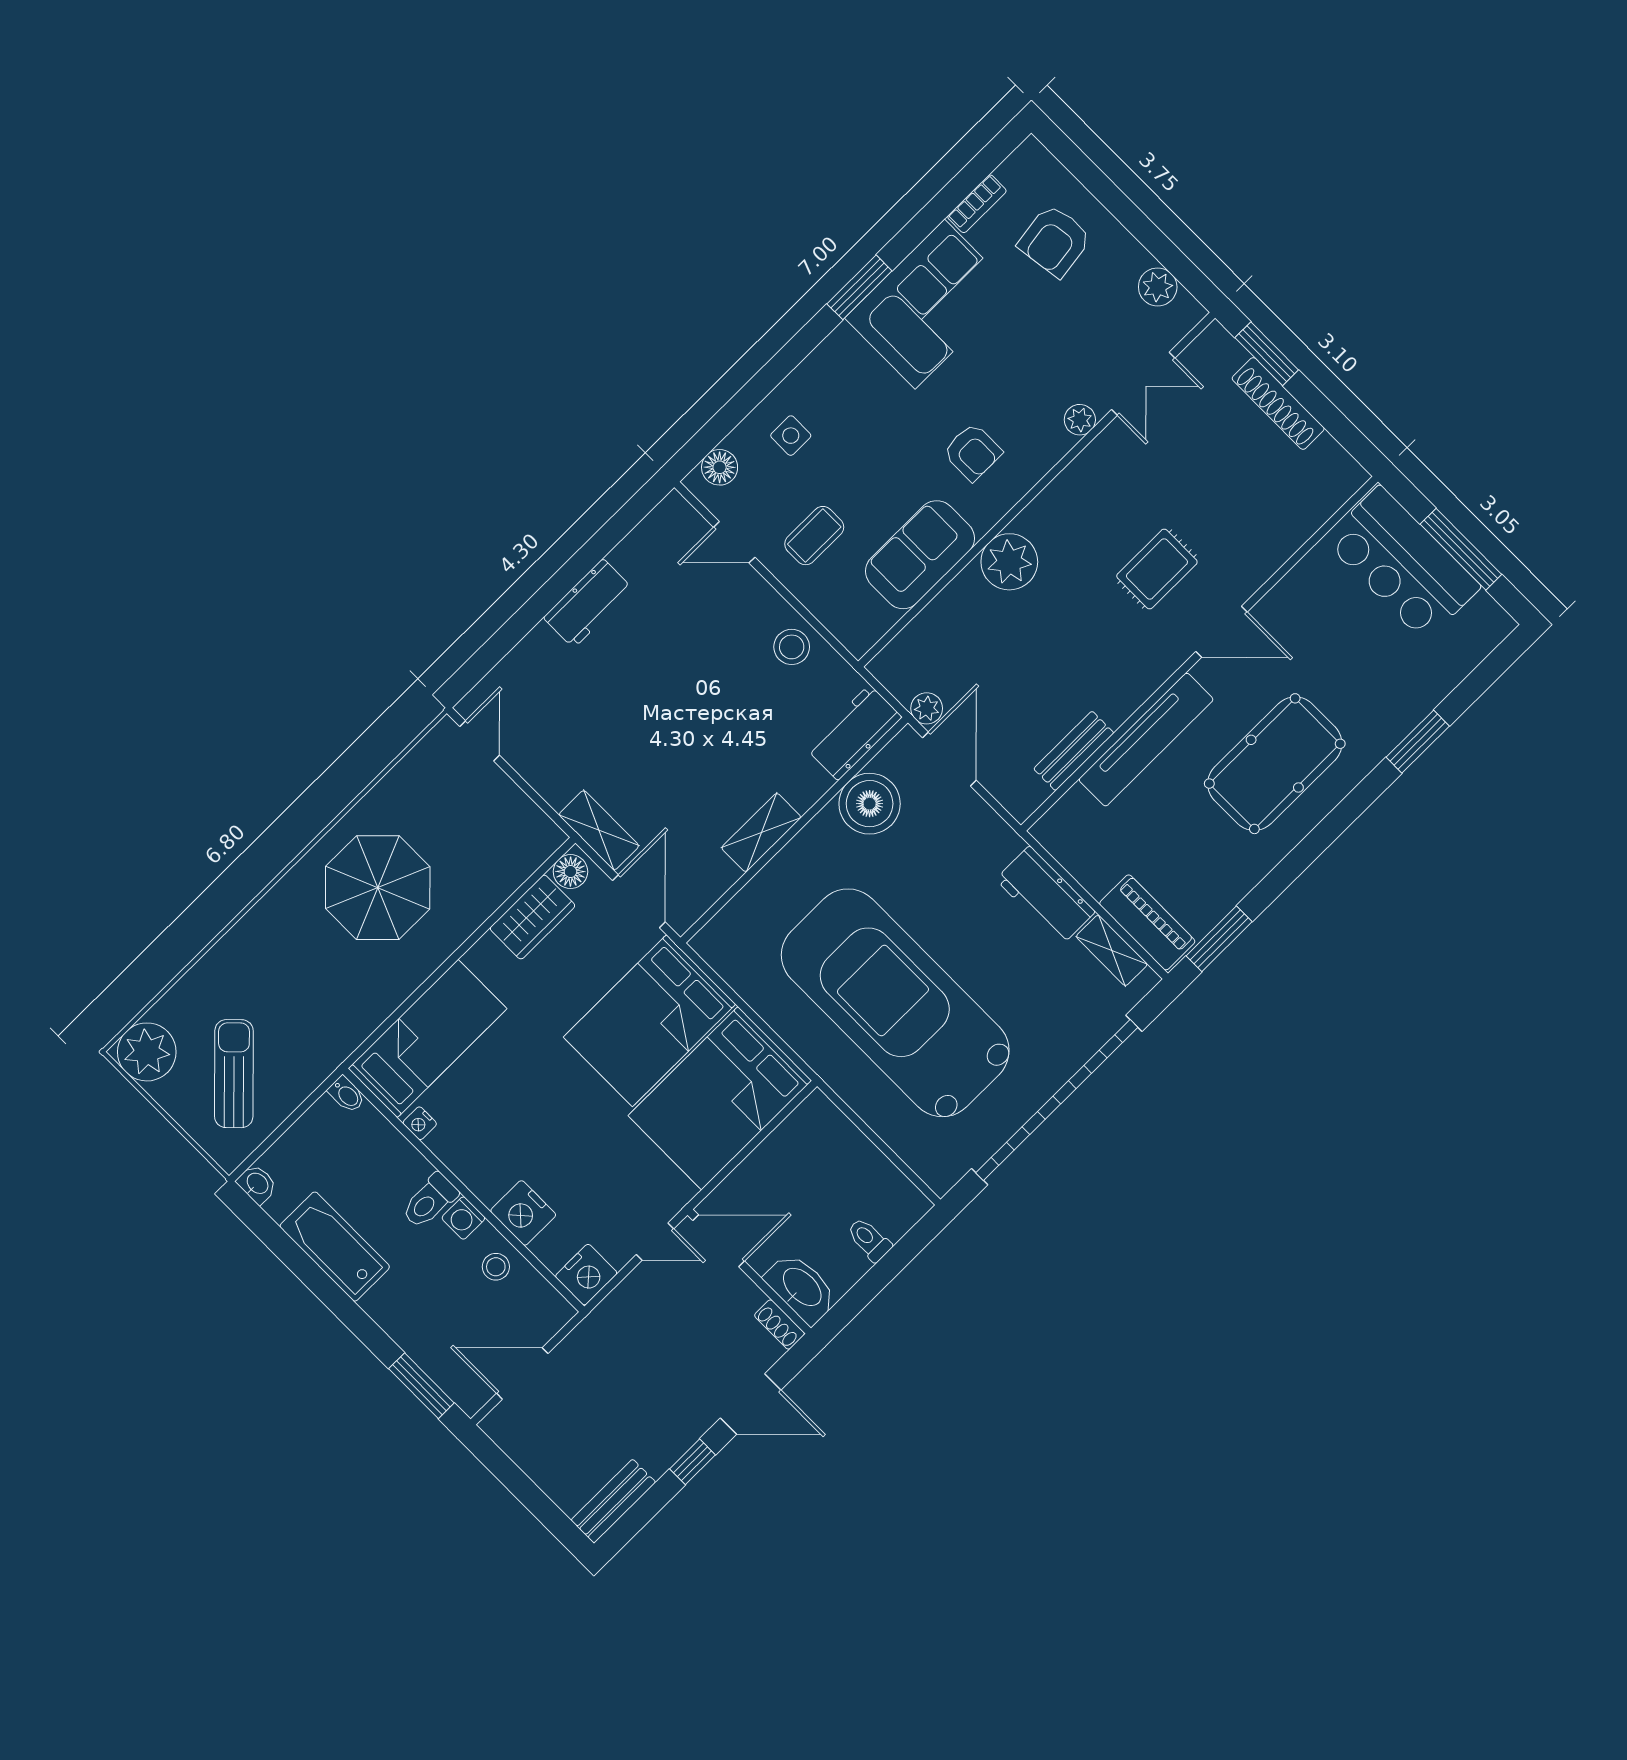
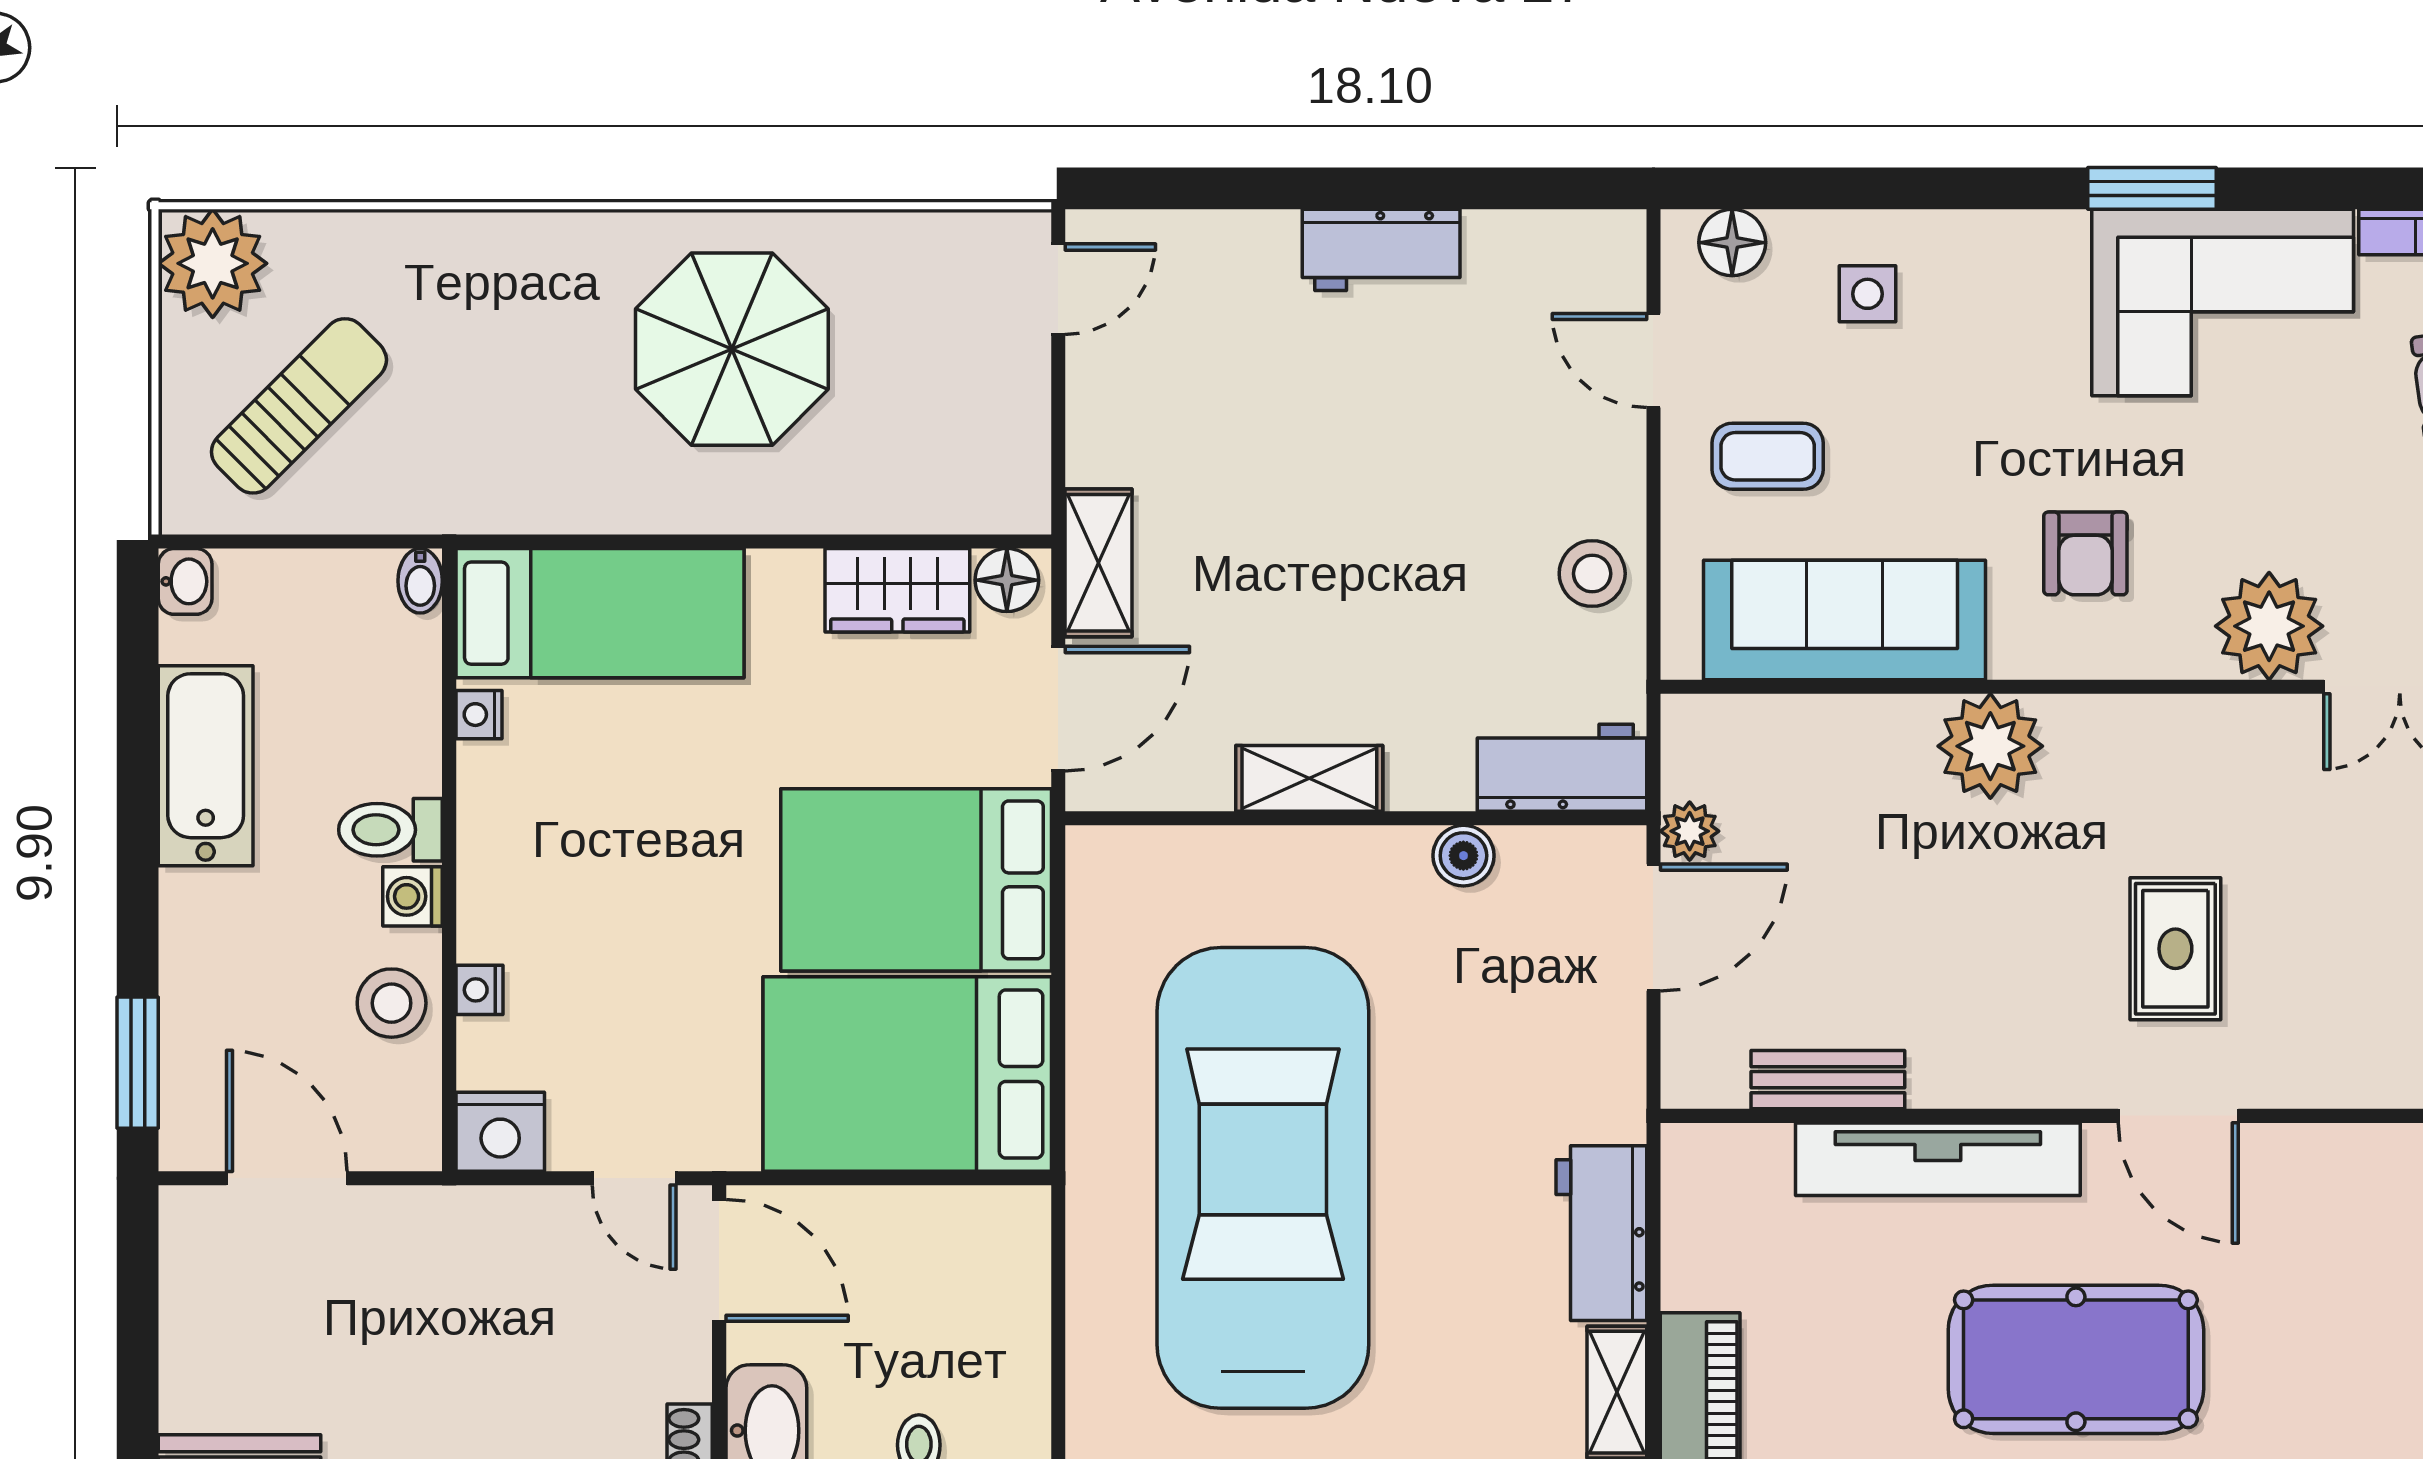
plant: (1080, 420) -> (2269, 626), width x1.87, depth x1.87
sofa: (920, 555) -> (1845, 620), width x1.36
rug: (1157, 569) -> (2175, 949), turned 90
boiler: (870, 804) -> (1463, 856), width x0.54, depth x0.54
nightstand: (523, 1213) -> (479, 990), width x0.53, depth x0.56
stool: (496, 1267) -> (392, 1003), width x1.37, depth x1.37

